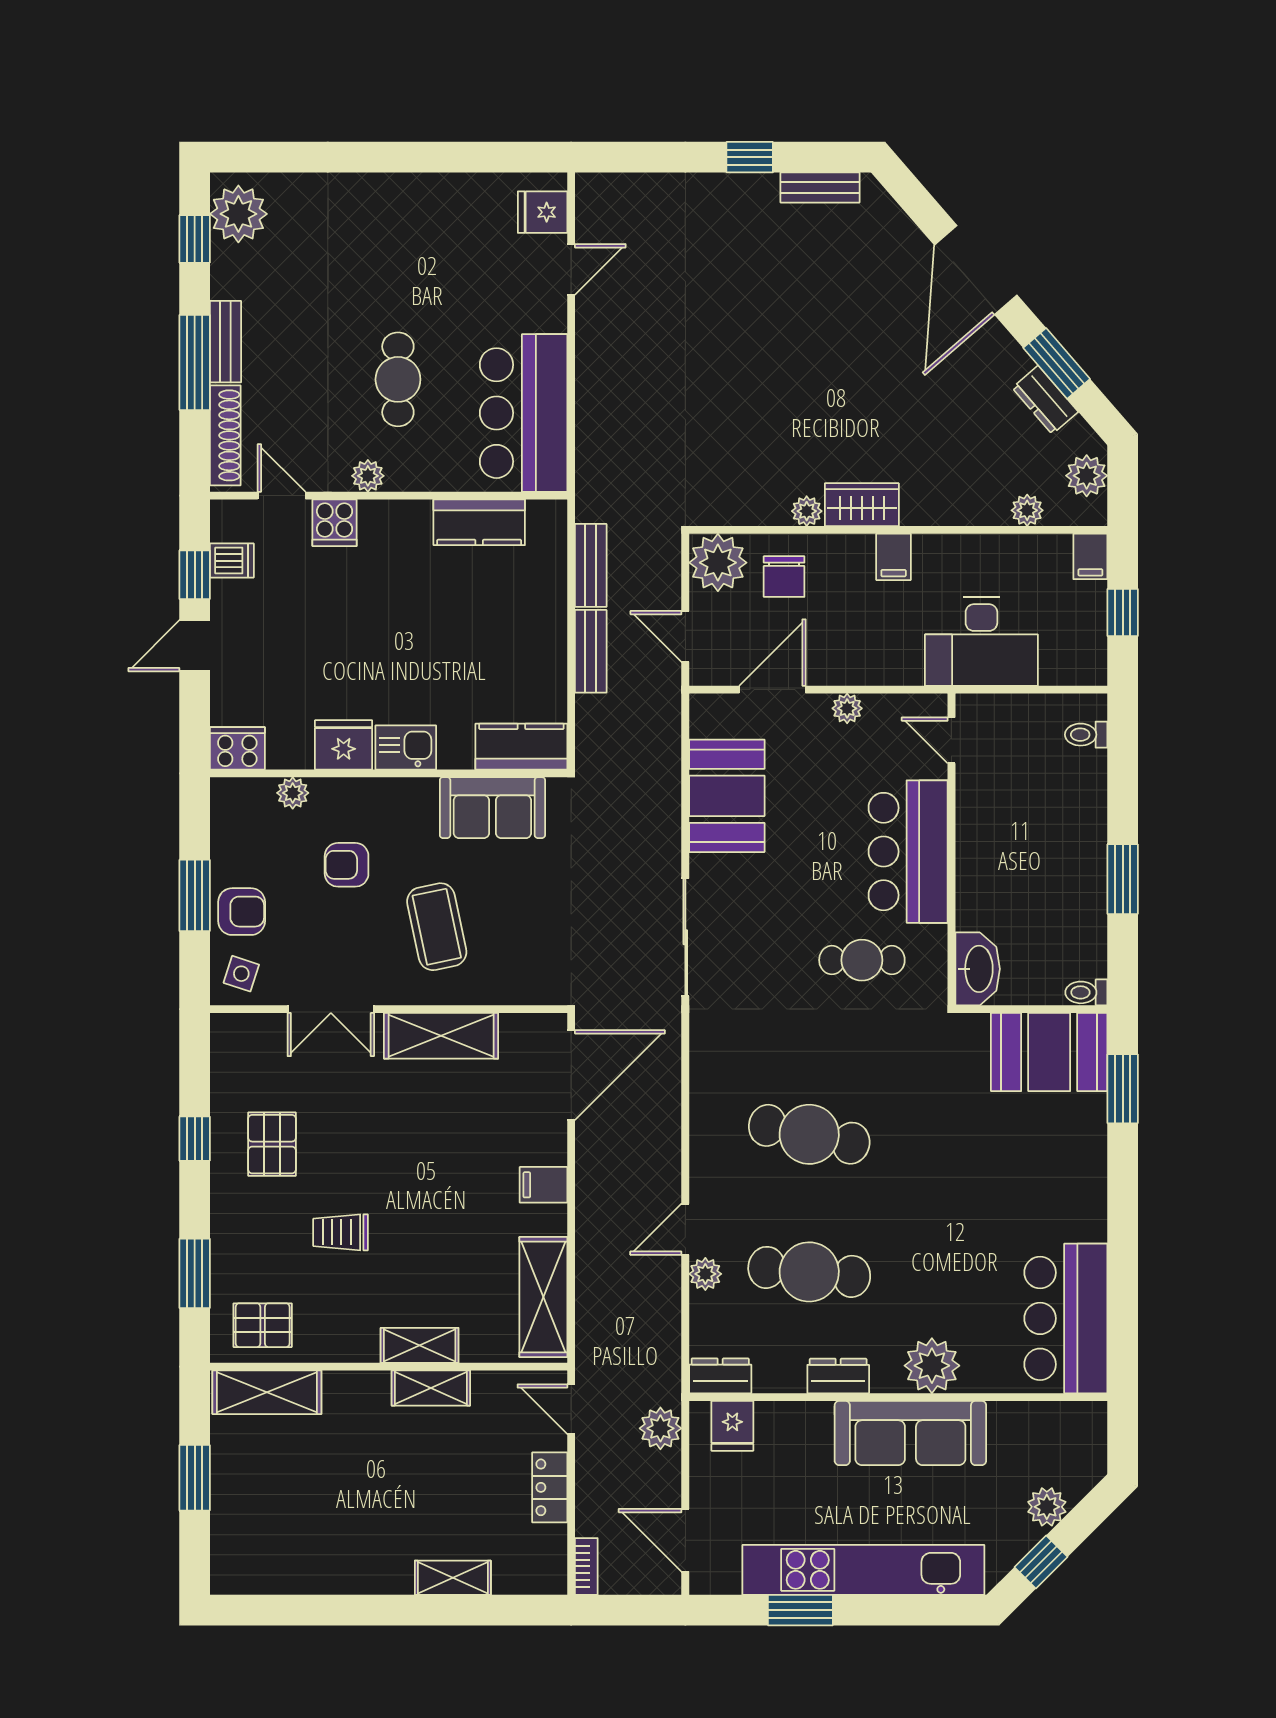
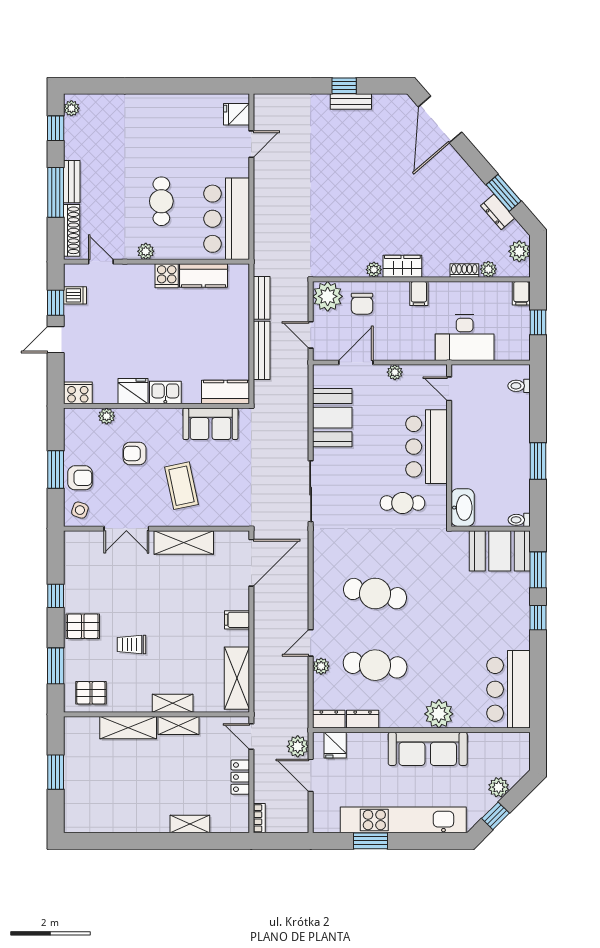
bench: (820, 188) -> (351, 101), moved
plant: (238, 214) -> (71, 108), width x0.53, depth x0.53
door: (976, 270) -> (440, 119), moved
shoe rack: (981, 513) -> (464, 271), added
cooker: (335, 523) -> (167, 276), moved
bench: (591, 651) -> (262, 350), width x1.36
pallet: (272, 1144) -> (83, 626), moved, turned 90
window: (1123, 1180) -> (538, 618), added
dresser: (838, 1376) -> (363, 719), moved
shelving: (267, 1392) -> (128, 728), moved
door: (685, 1540) -> (311, 775), moved

